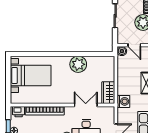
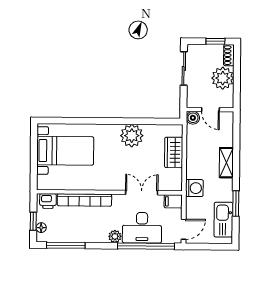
wardrobe: (108, 93) -> (174, 152), moved
filing cabinet: (108, 111) -> (173, 201), added

